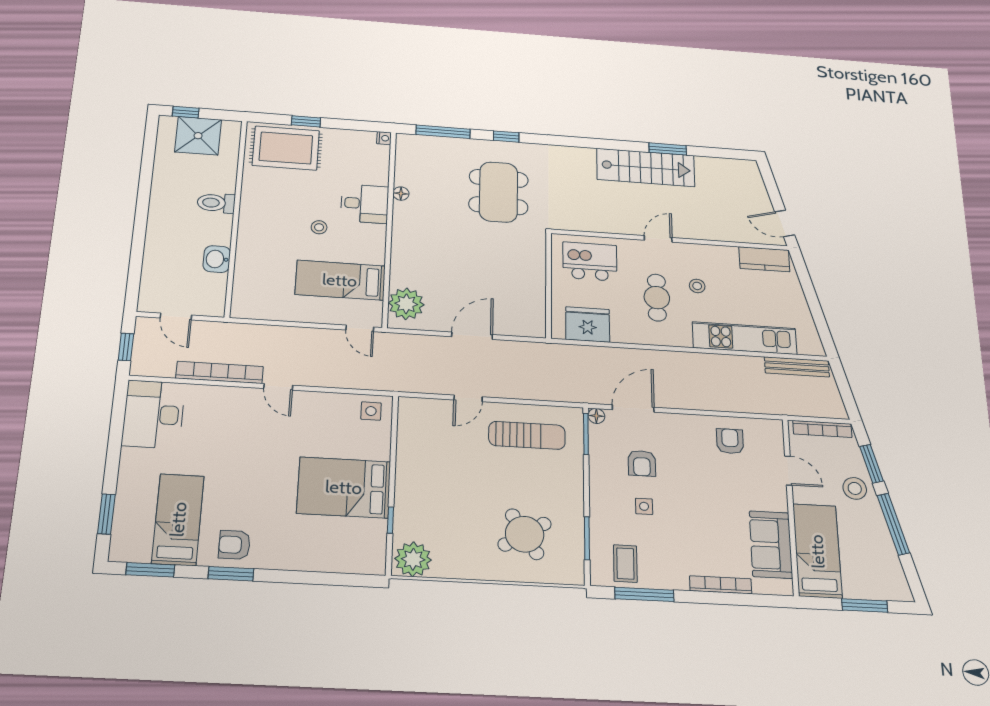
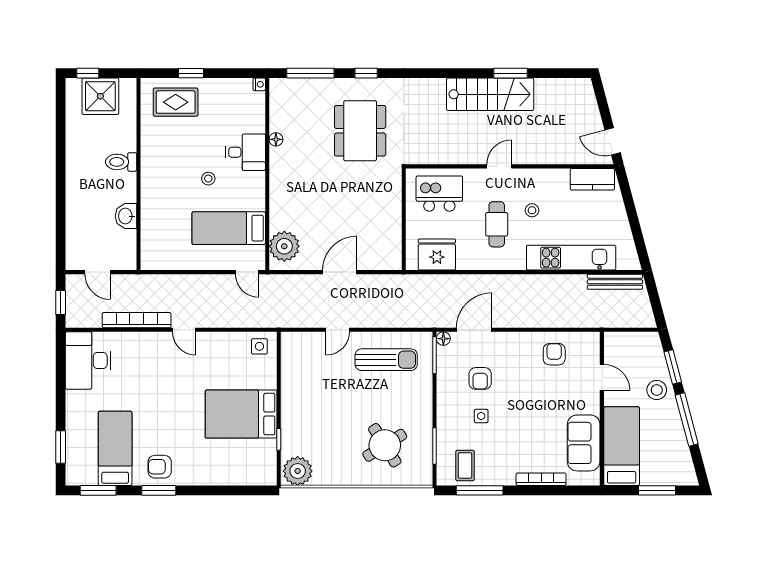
rug: (286, 148) -> (176, 102), width x0.73, depth x0.70
bookcase: (822, 429) -> (633, 338), removed

